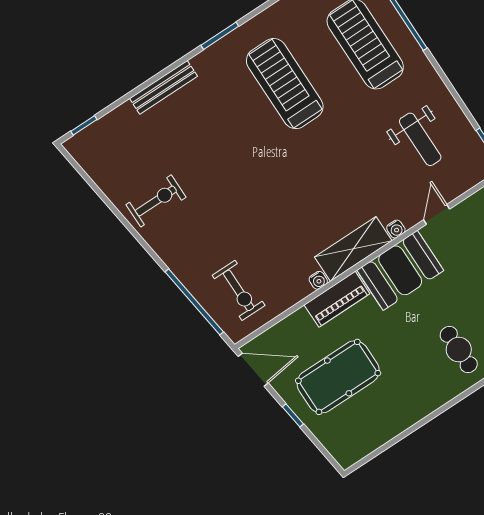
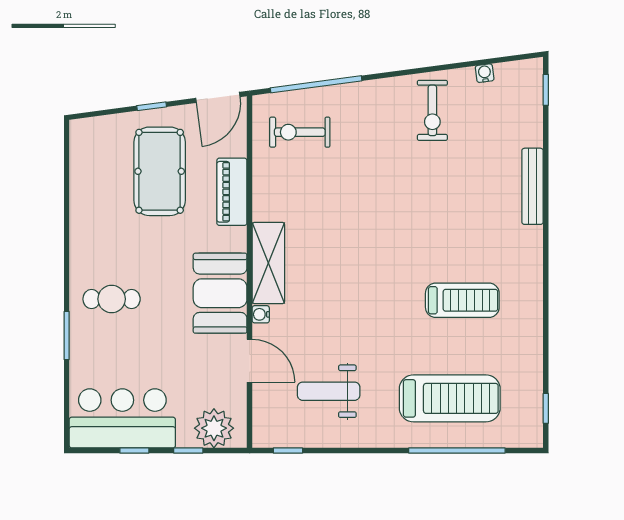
window: (220, 36) -> (546, 270), removed
treadmill: (285, 84) -> (462, 300), width x0.73, depth x0.73
door: (437, 214) -> (250, 361), width x1.38
water cooler: (318, 280) -> (485, 73), moved, turned 82
piano: (337, 299) -> (232, 192), moved

